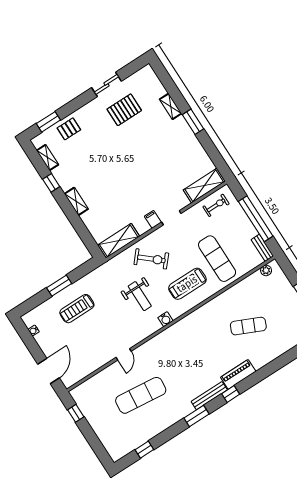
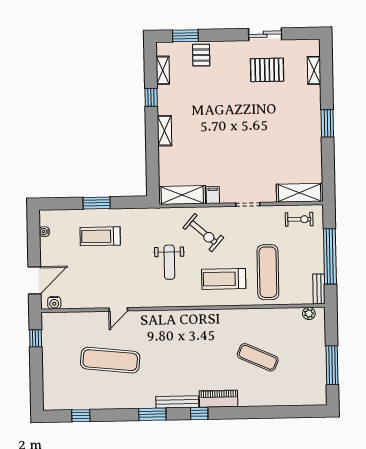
shelving: (171, 106) -> (314, 70), moved
pallet: (69, 129) -> (201, 55), turned 90
filing cabinet: (153, 219) -> (213, 195), moved
water cooler: (165, 319) -> (54, 303), moved

